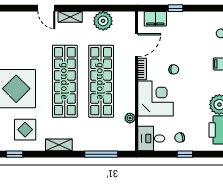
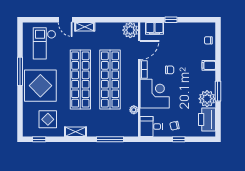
plant: (103, 21) -> (130, 30), moved
checkout: (21, 37) -> (44, 43), added

